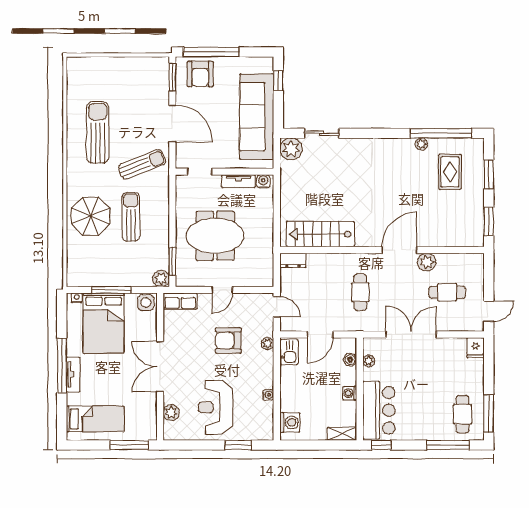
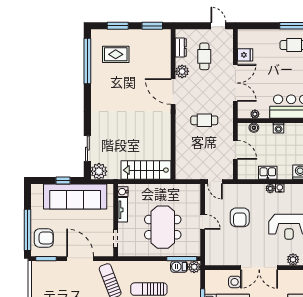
window: (278, 81) -> (63, 181), moved
door: (172, 123) -> (80, 259), hinge flipped
plant: (421, 144) -> (95, 75), removed
stairs: (320, 234) -> (146, 170), moved, turned 90
barbecue: (161, 258) -> (179, 267), added
dresser: (293, 260) -> (181, 48), moved
window: (172, 261) -> (182, 259), width x1.44
row of seats: (180, 301) -> (211, 253), removed
side table: (146, 303) -> (235, 282), moved
door: (277, 307) -> (215, 182), swing flipped
double door: (411, 334) -> (235, 83), swing flipped
plant: (268, 344) -> (270, 188), moved
fridge: (475, 348) -> (245, 55), moved
kitchen sink: (289, 352) -> (268, 173), moved

